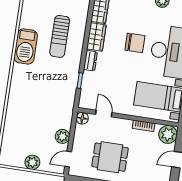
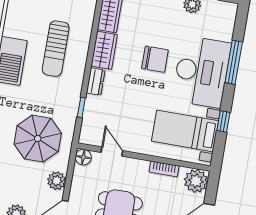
parasol: (47, 105) -> (38, 139), added

